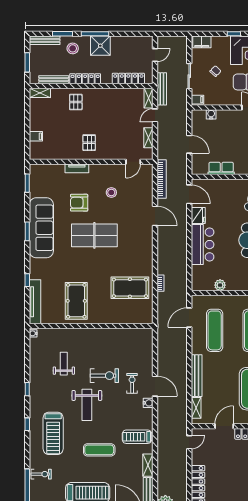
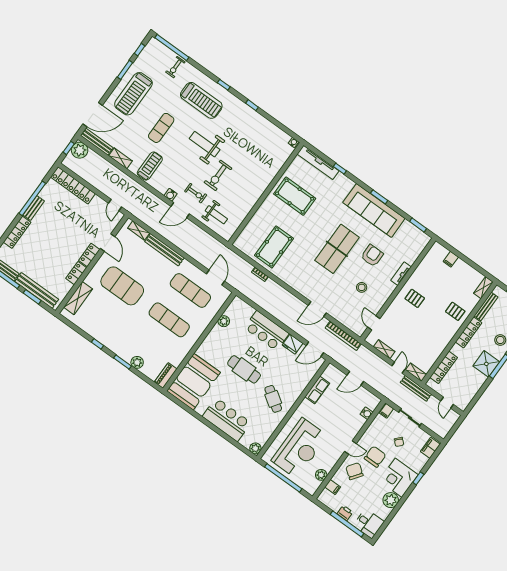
weight bench: (64, 364) -> (216, 215), moved
treadmill: (53, 433) -> (201, 100), turned 180

